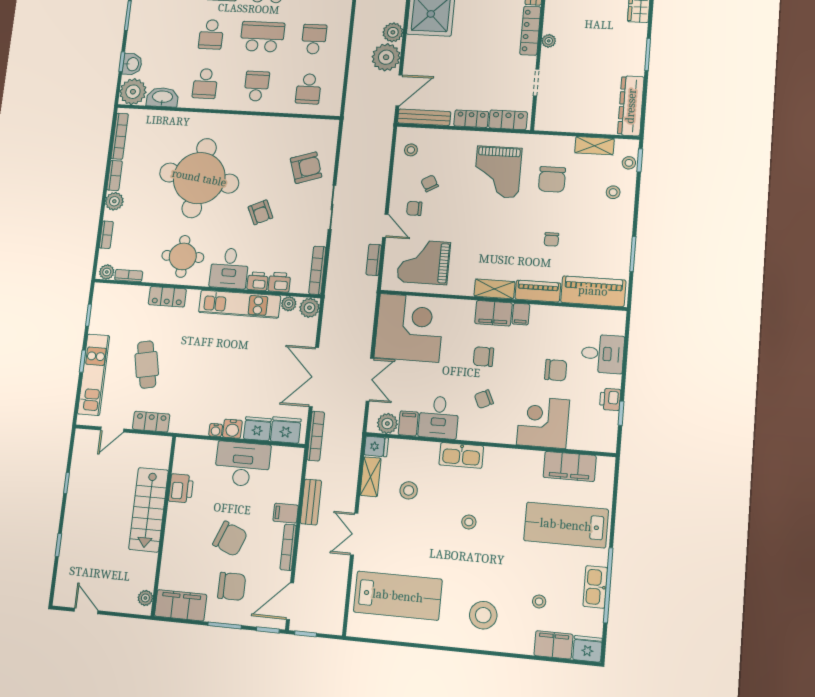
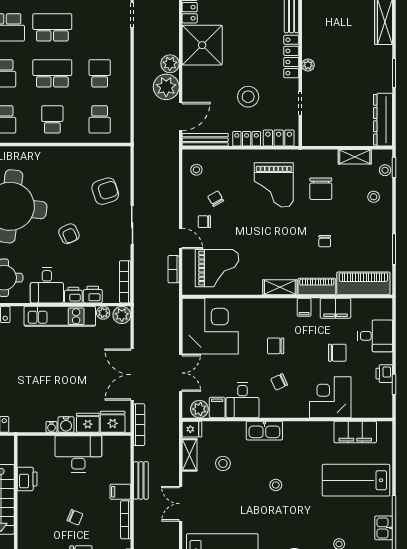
stool: (477, 72) -> (248, 97), added
grand piano: (424, 262) -> (217, 268), turned 180
filing cabinet: (494, 313) -> (336, 308), moved
chair: (230, 539) -> (75, 517), width x0.54, depth x0.54
kitchen sink: (595, 587) -> (384, 528), width x0.73

